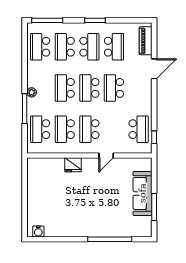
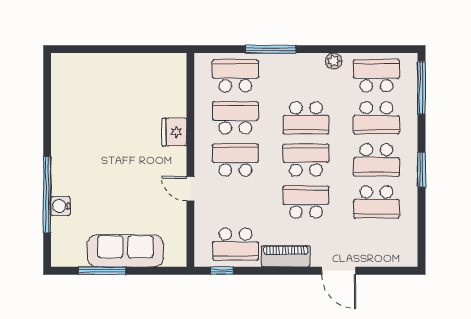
piano: (146, 41) -> (286, 256), moved
school desk: (65, 47) -> (376, 118), turned 180
school desk: (65, 88) -> (306, 118), turned 180
plant: (32, 92) -> (333, 61), moved
water cooler: (38, 231) -> (60, 206), moved

